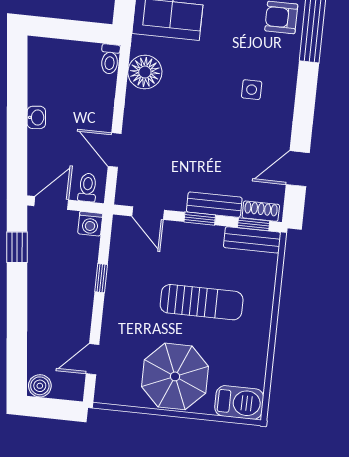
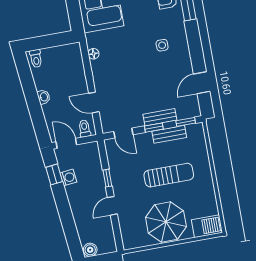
toilet: (110, 59) -> (36, 58), moved
floor lamp: (145, 72) -> (93, 54), width x0.53, depth x0.53
door: (51, 203) -> (66, 143), hinge flipped
shoe rack: (261, 211) -> (188, 113), removed
washing machine: (90, 224) -> (68, 177), moved, turned -96
bench: (252, 240) -> (169, 134), moved
door: (93, 359) -> (112, 206), moved

